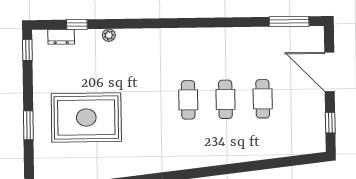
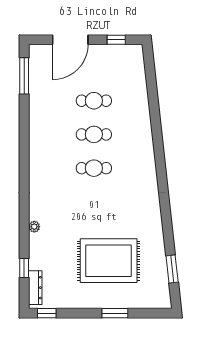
plant: (109, 35) -> (34, 227), moved
dresser: (61, 37) -> (35, 288), width x1.44
rug: (86, 118) -> (109, 261), turned 90

